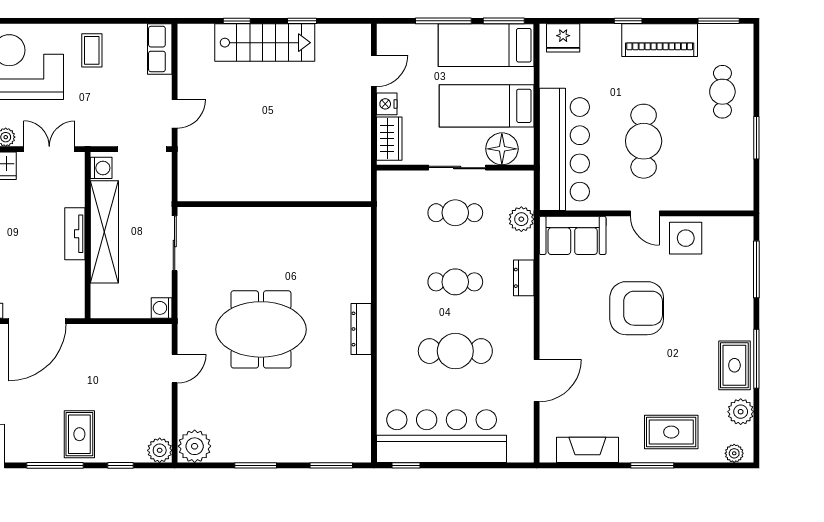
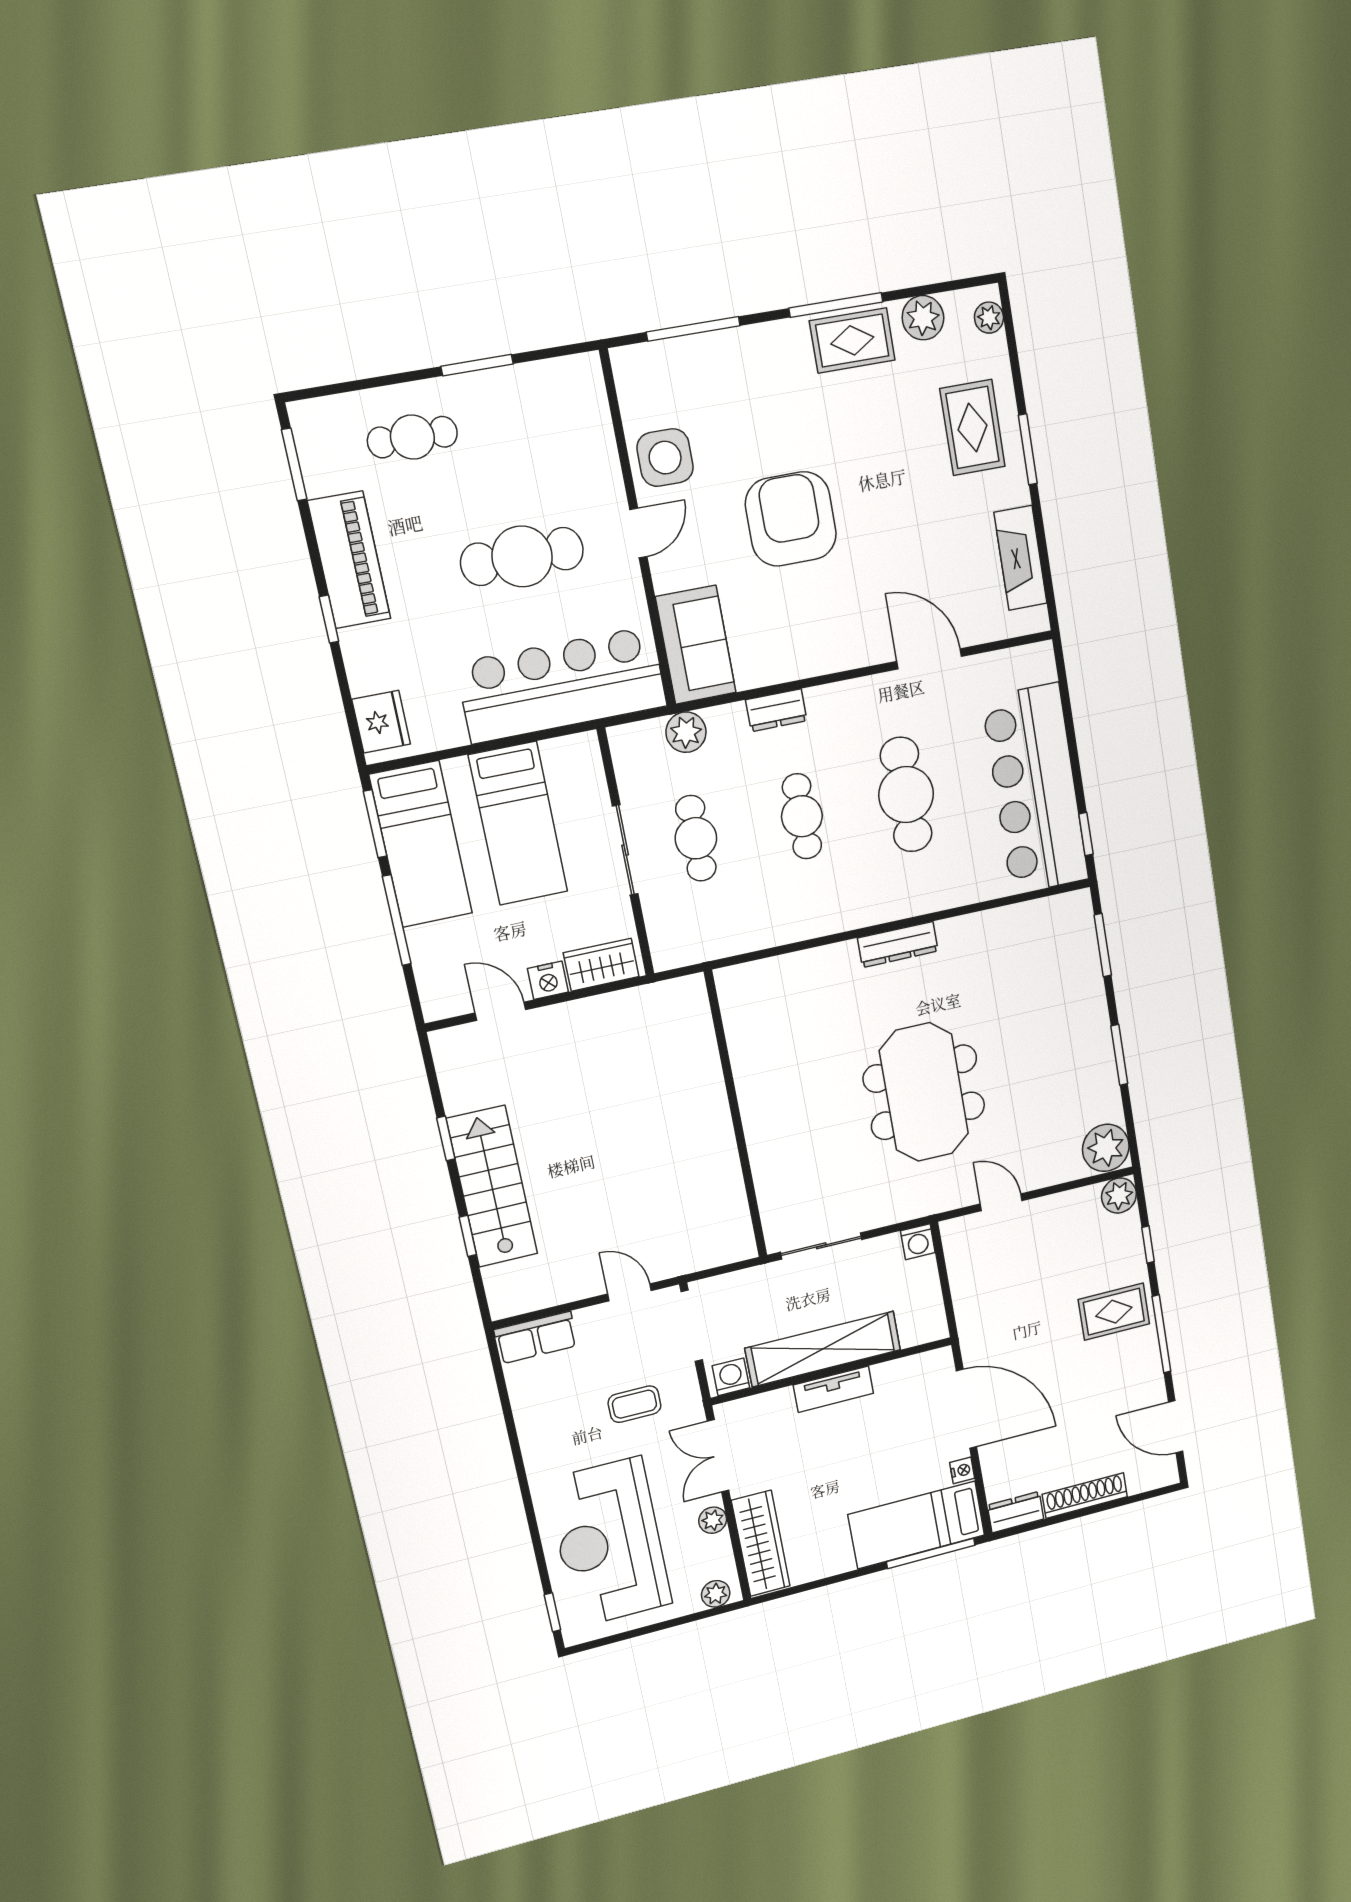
coffee table: (92, 50) -> (634, 1404), moved
floor lamp: (502, 149) -> (581, 785), removed

